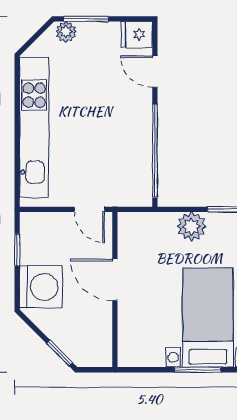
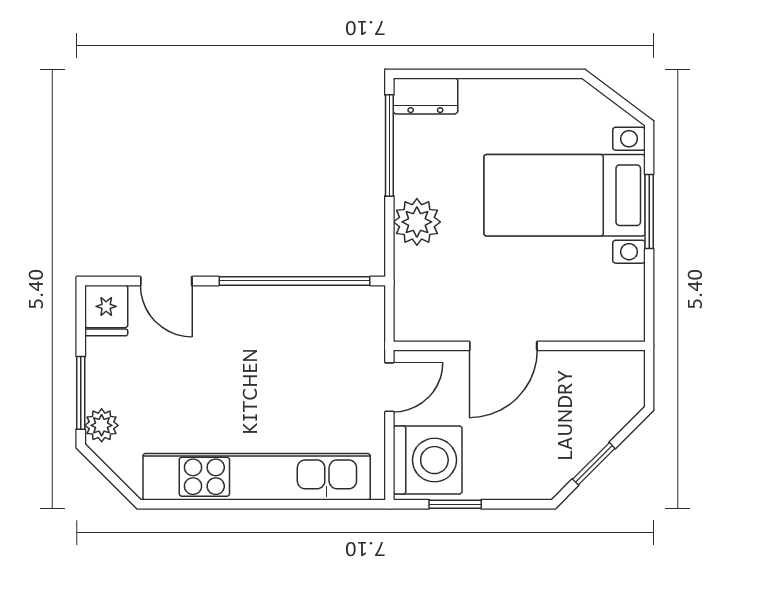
door: (155, 72) -> (166, 281), hinge flipped
washing machine: (41, 287) -> (428, 460), moved, turned 90
window: (60, 353) -> (594, 464), moved

